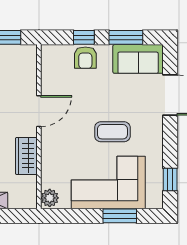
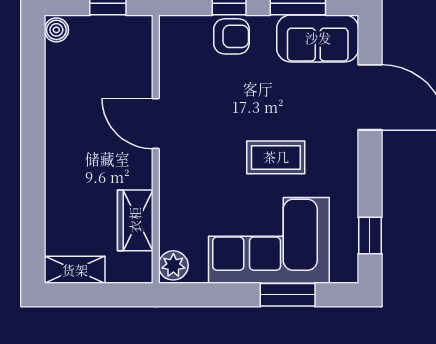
armchair: (85, 58) -> (231, 36), turned -90
door: (39, 111) -> (156, 124), swing flipped
wardrobe: (26, 156) -> (135, 220), moved

